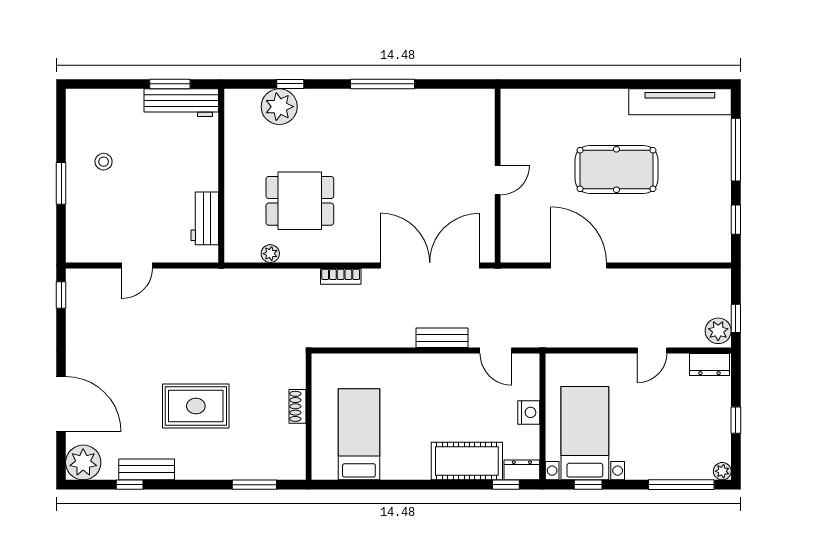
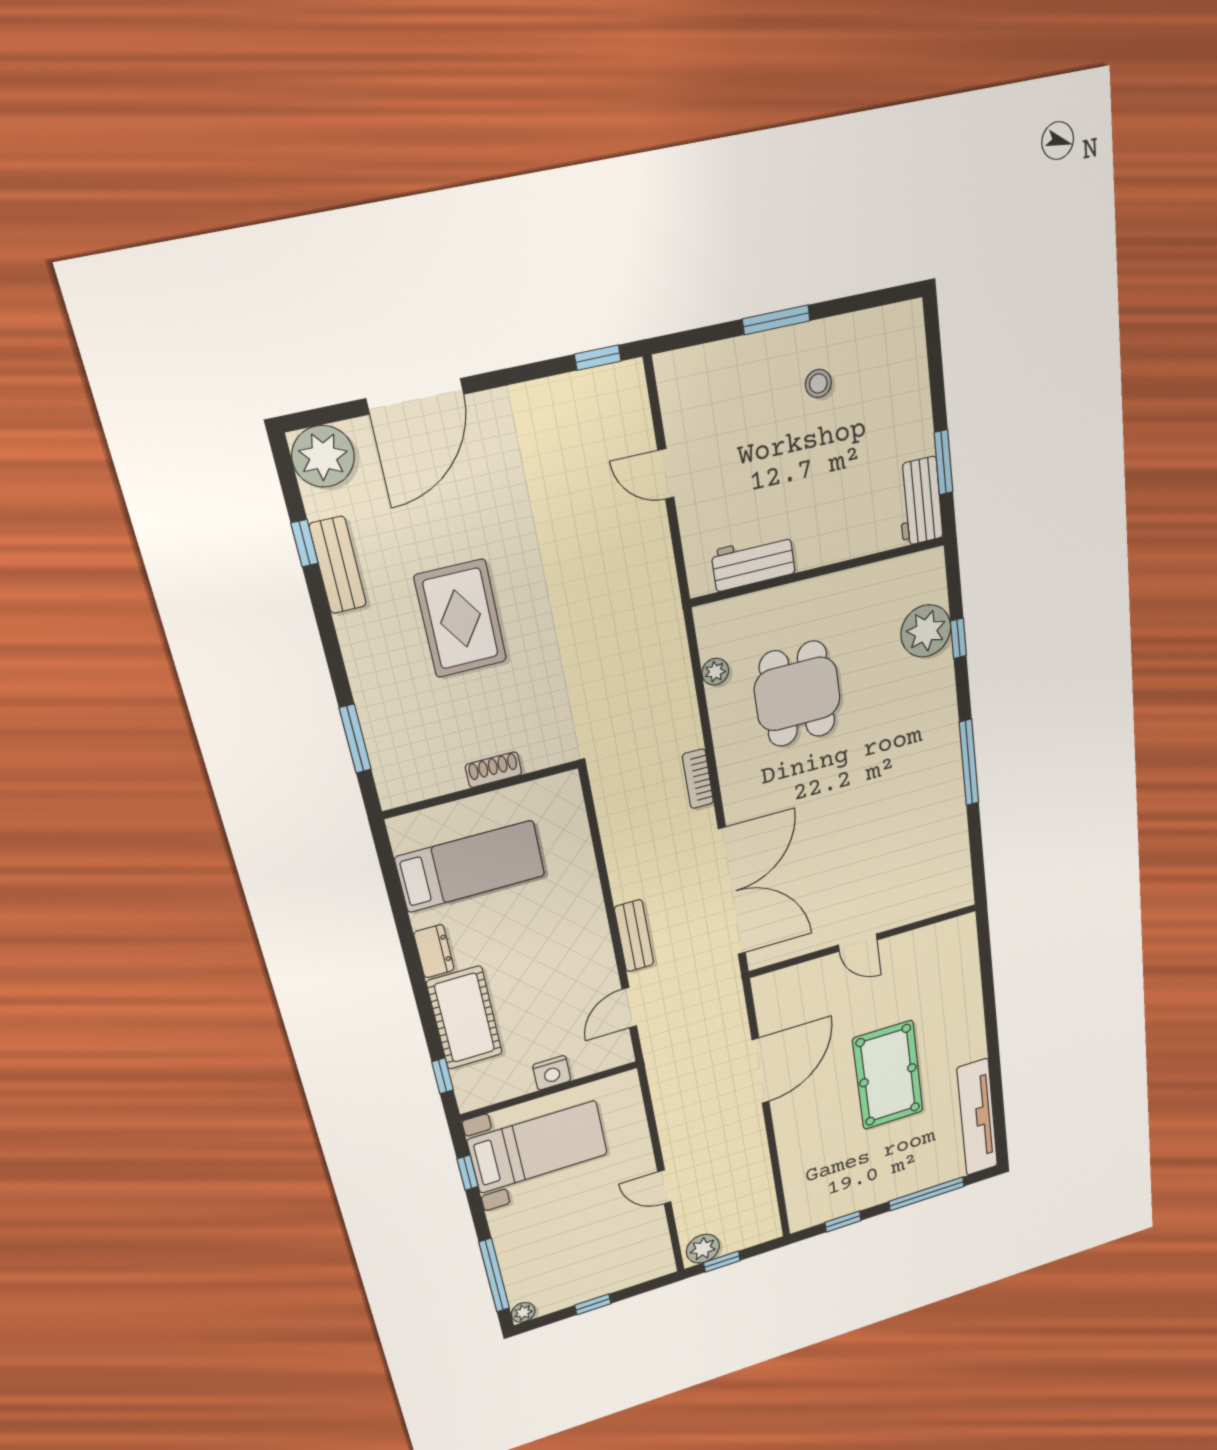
workbench: (181, 103) -> (920, 501), width x0.73
dresser: (710, 364) -> (659, 1254), removed
dresser: (522, 470) -> (434, 951), moved

